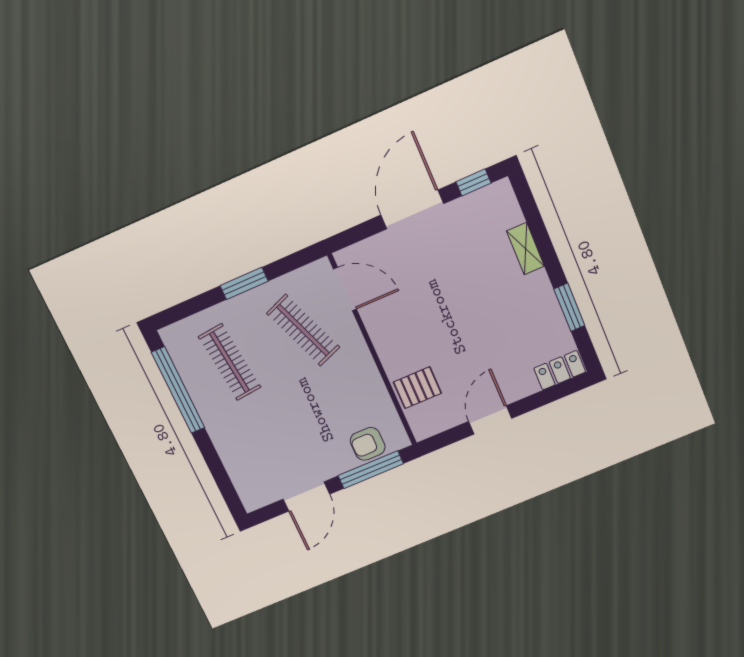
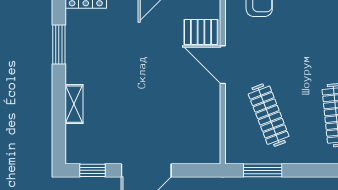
window: (244, 283) -> (263, 170), moved
door: (345, 289) -> (223, 65), moved

